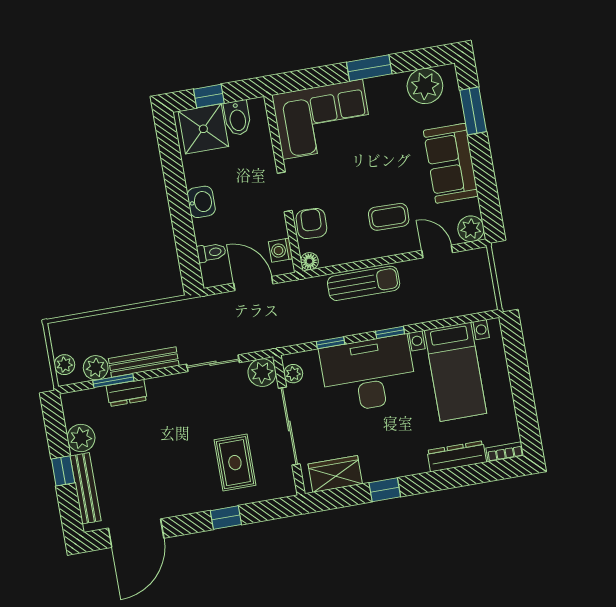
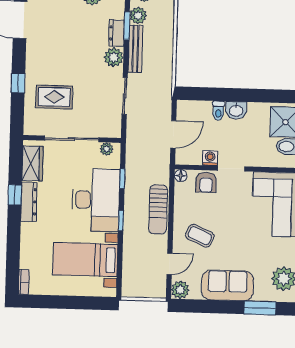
coffee table: (389, 217) -> (200, 236), turned -67
armchair: (311, 224) -> (206, 182), turned 88
washing machine: (281, 250) -> (210, 158), moved
toilet: (211, 252) -> (218, 111), moved
plant: (262, 373) -> (114, 57), moved
dresser: (457, 456) -> (29, 202), moved

